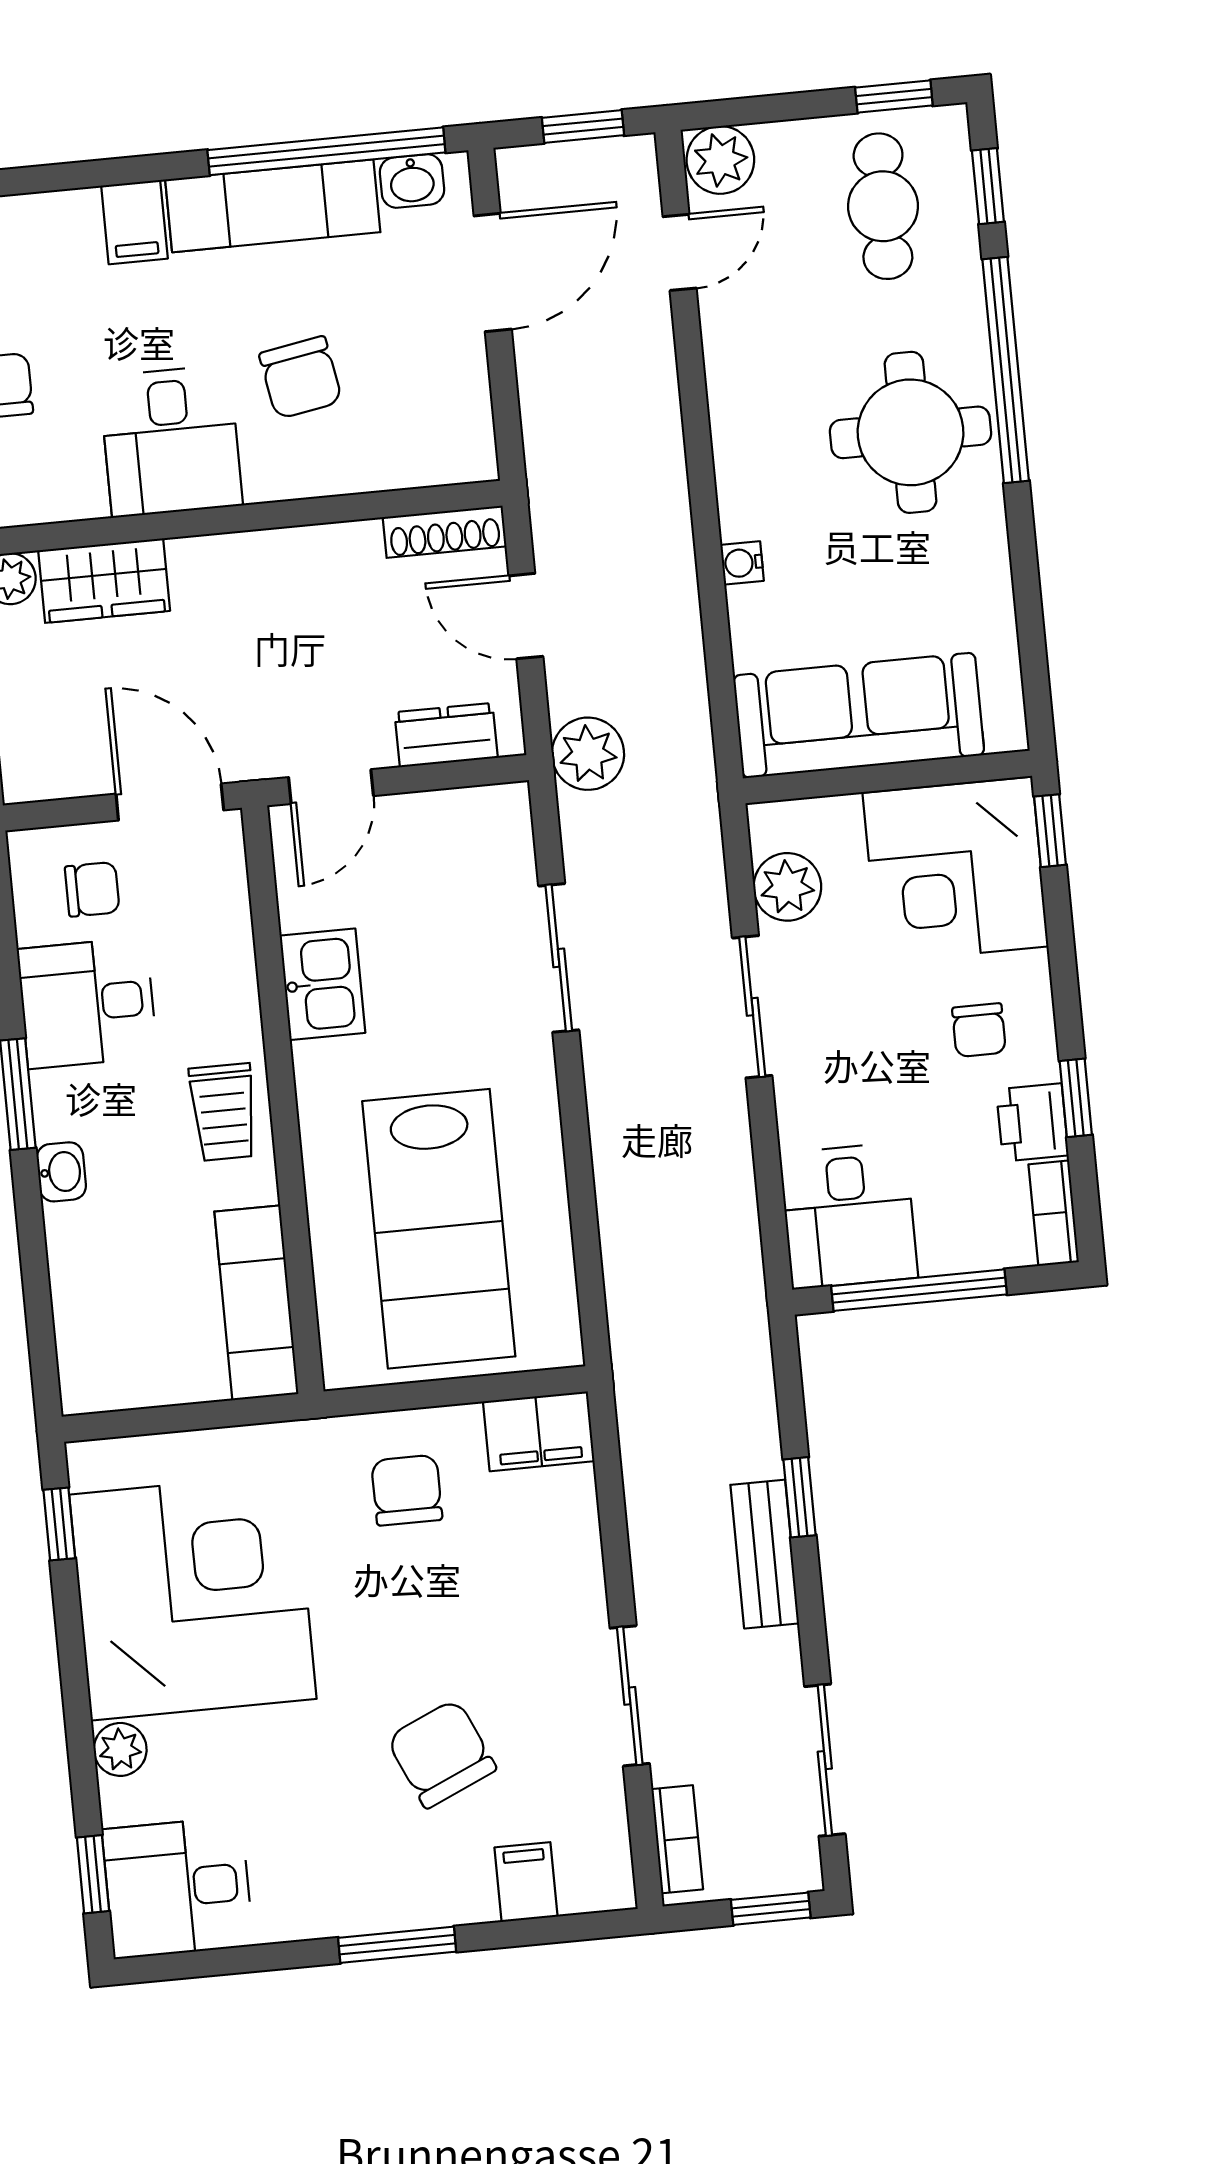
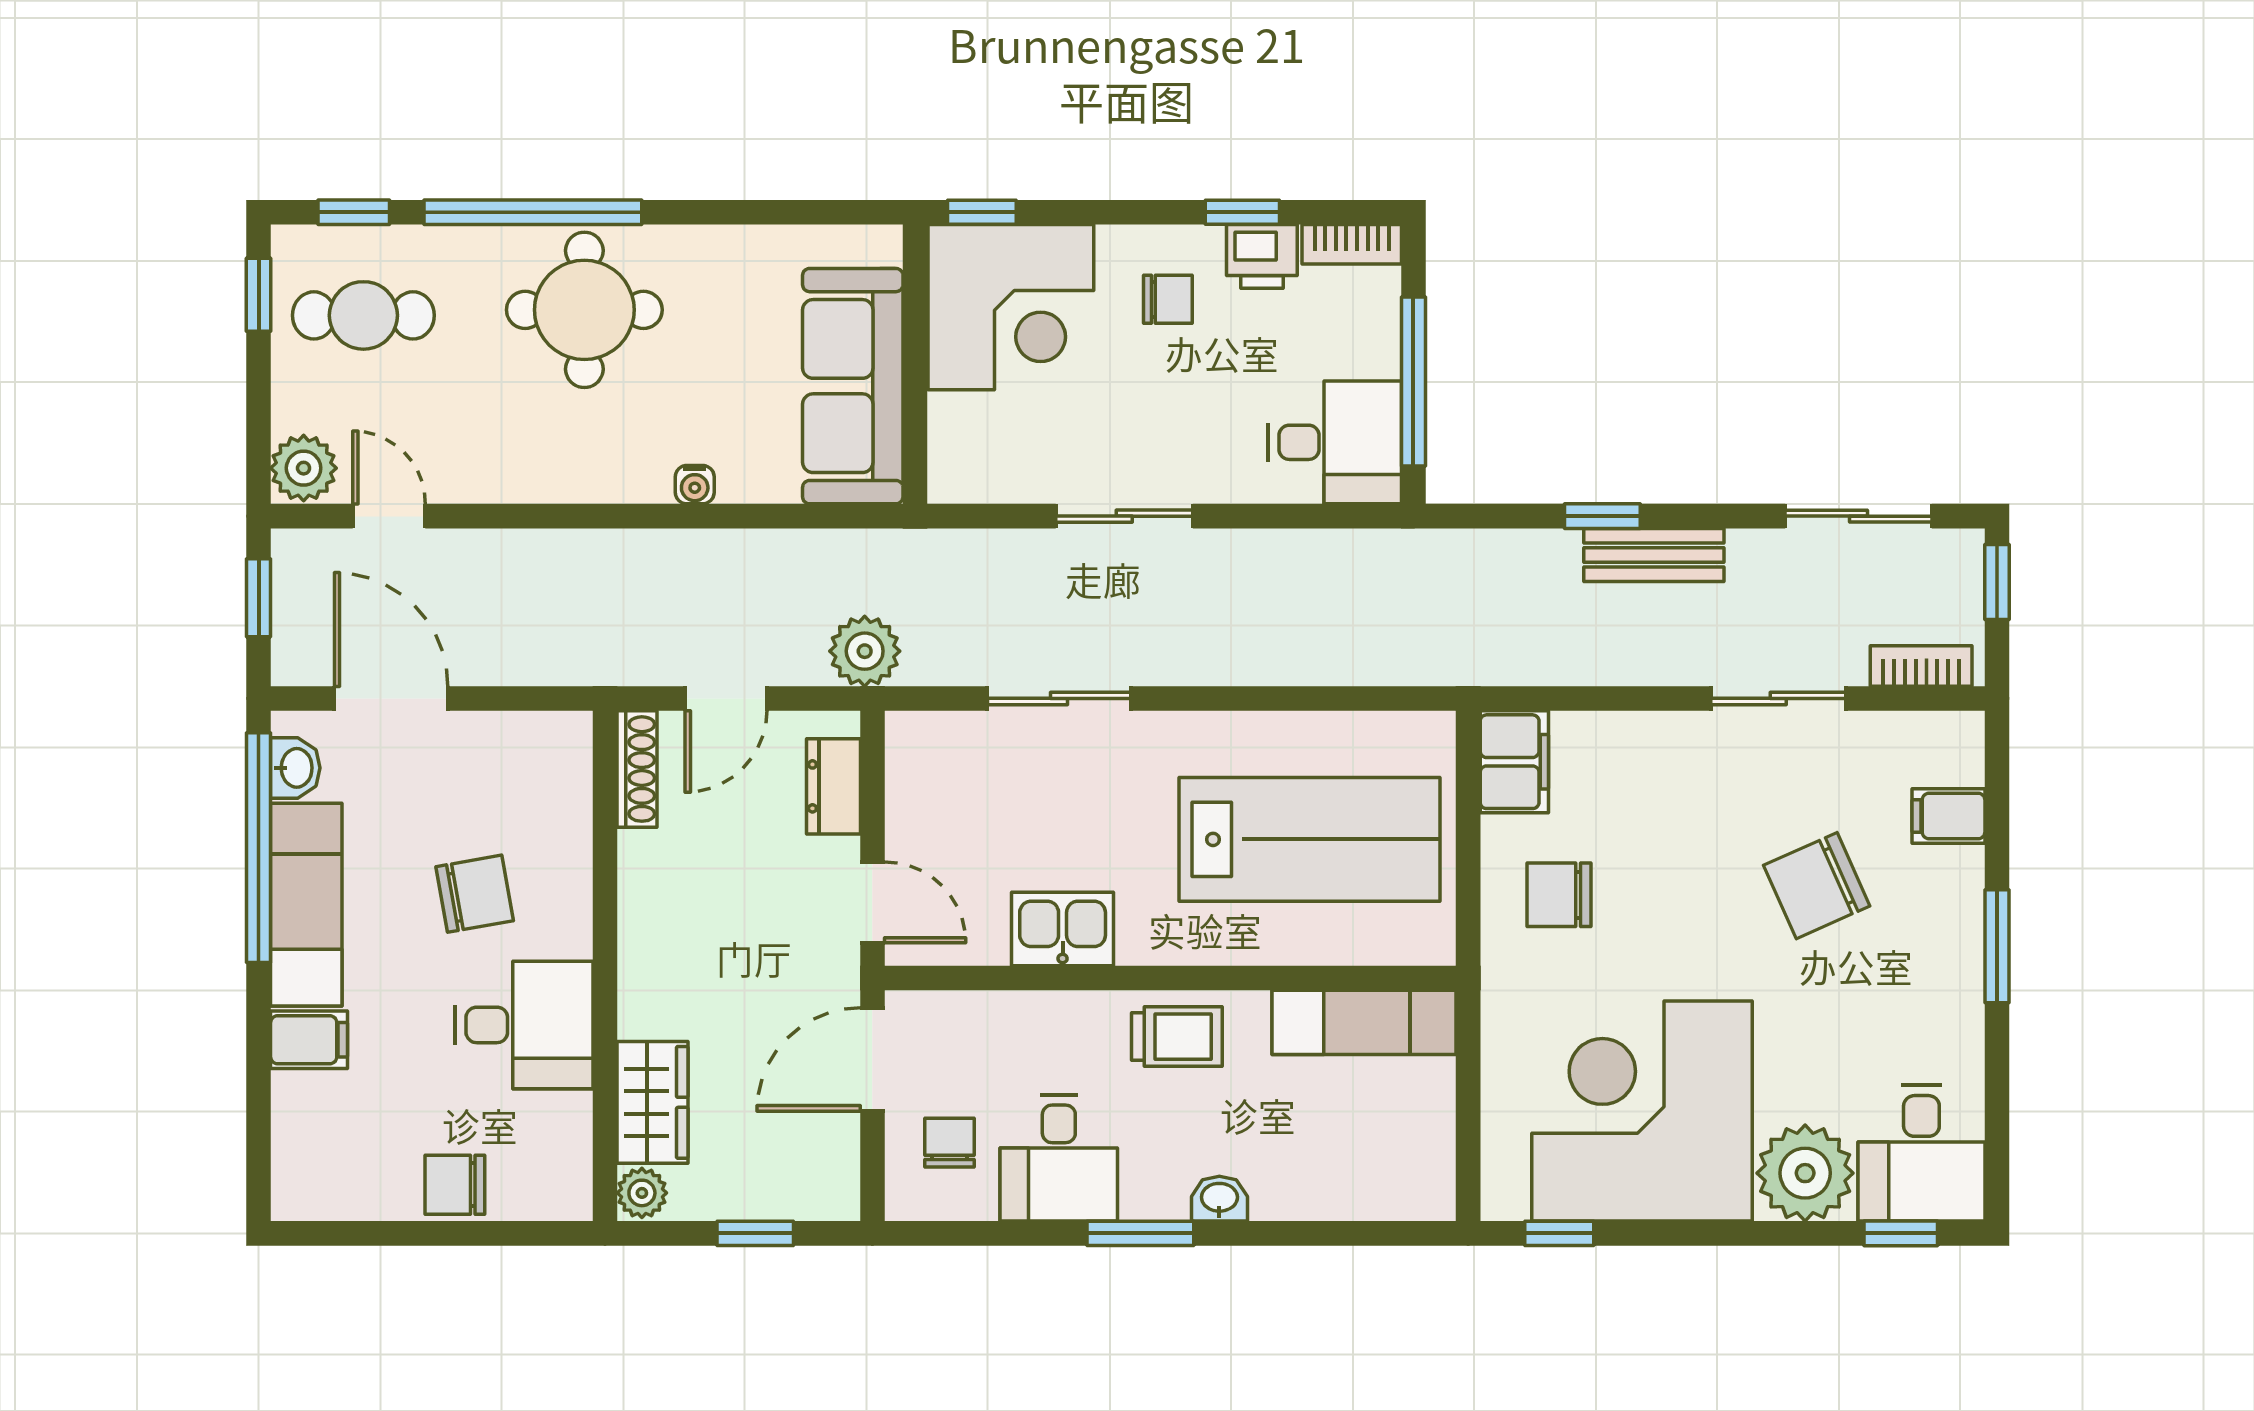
plant: (787, 887) -> (1012, 471), removed
plant: (120, 1749) -> (1805, 1173), width x1.87, depth x1.87

